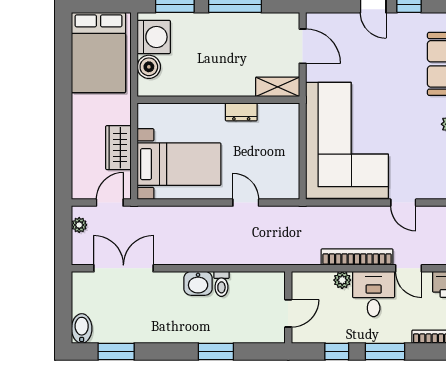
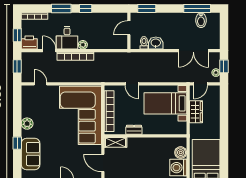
bookcase: (290, 149) -> (109, 111), added
door: (403, 203) -> (40, 84), moved
window: (63, 237) -> (224, 66), added
wall: (288, 307) -> (129, 31), moved
door: (288, 313) -> (129, 28), moved
bidet: (82, 329) -> (201, 20), moved
window: (116, 352) -> (197, 9), width x1.44

